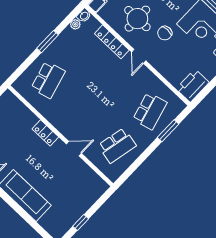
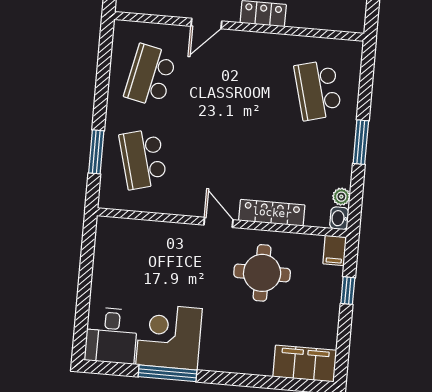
chair: (165, 33) -> (208, 283), removed
printer: (193, 86) -> (112, 241), removed

